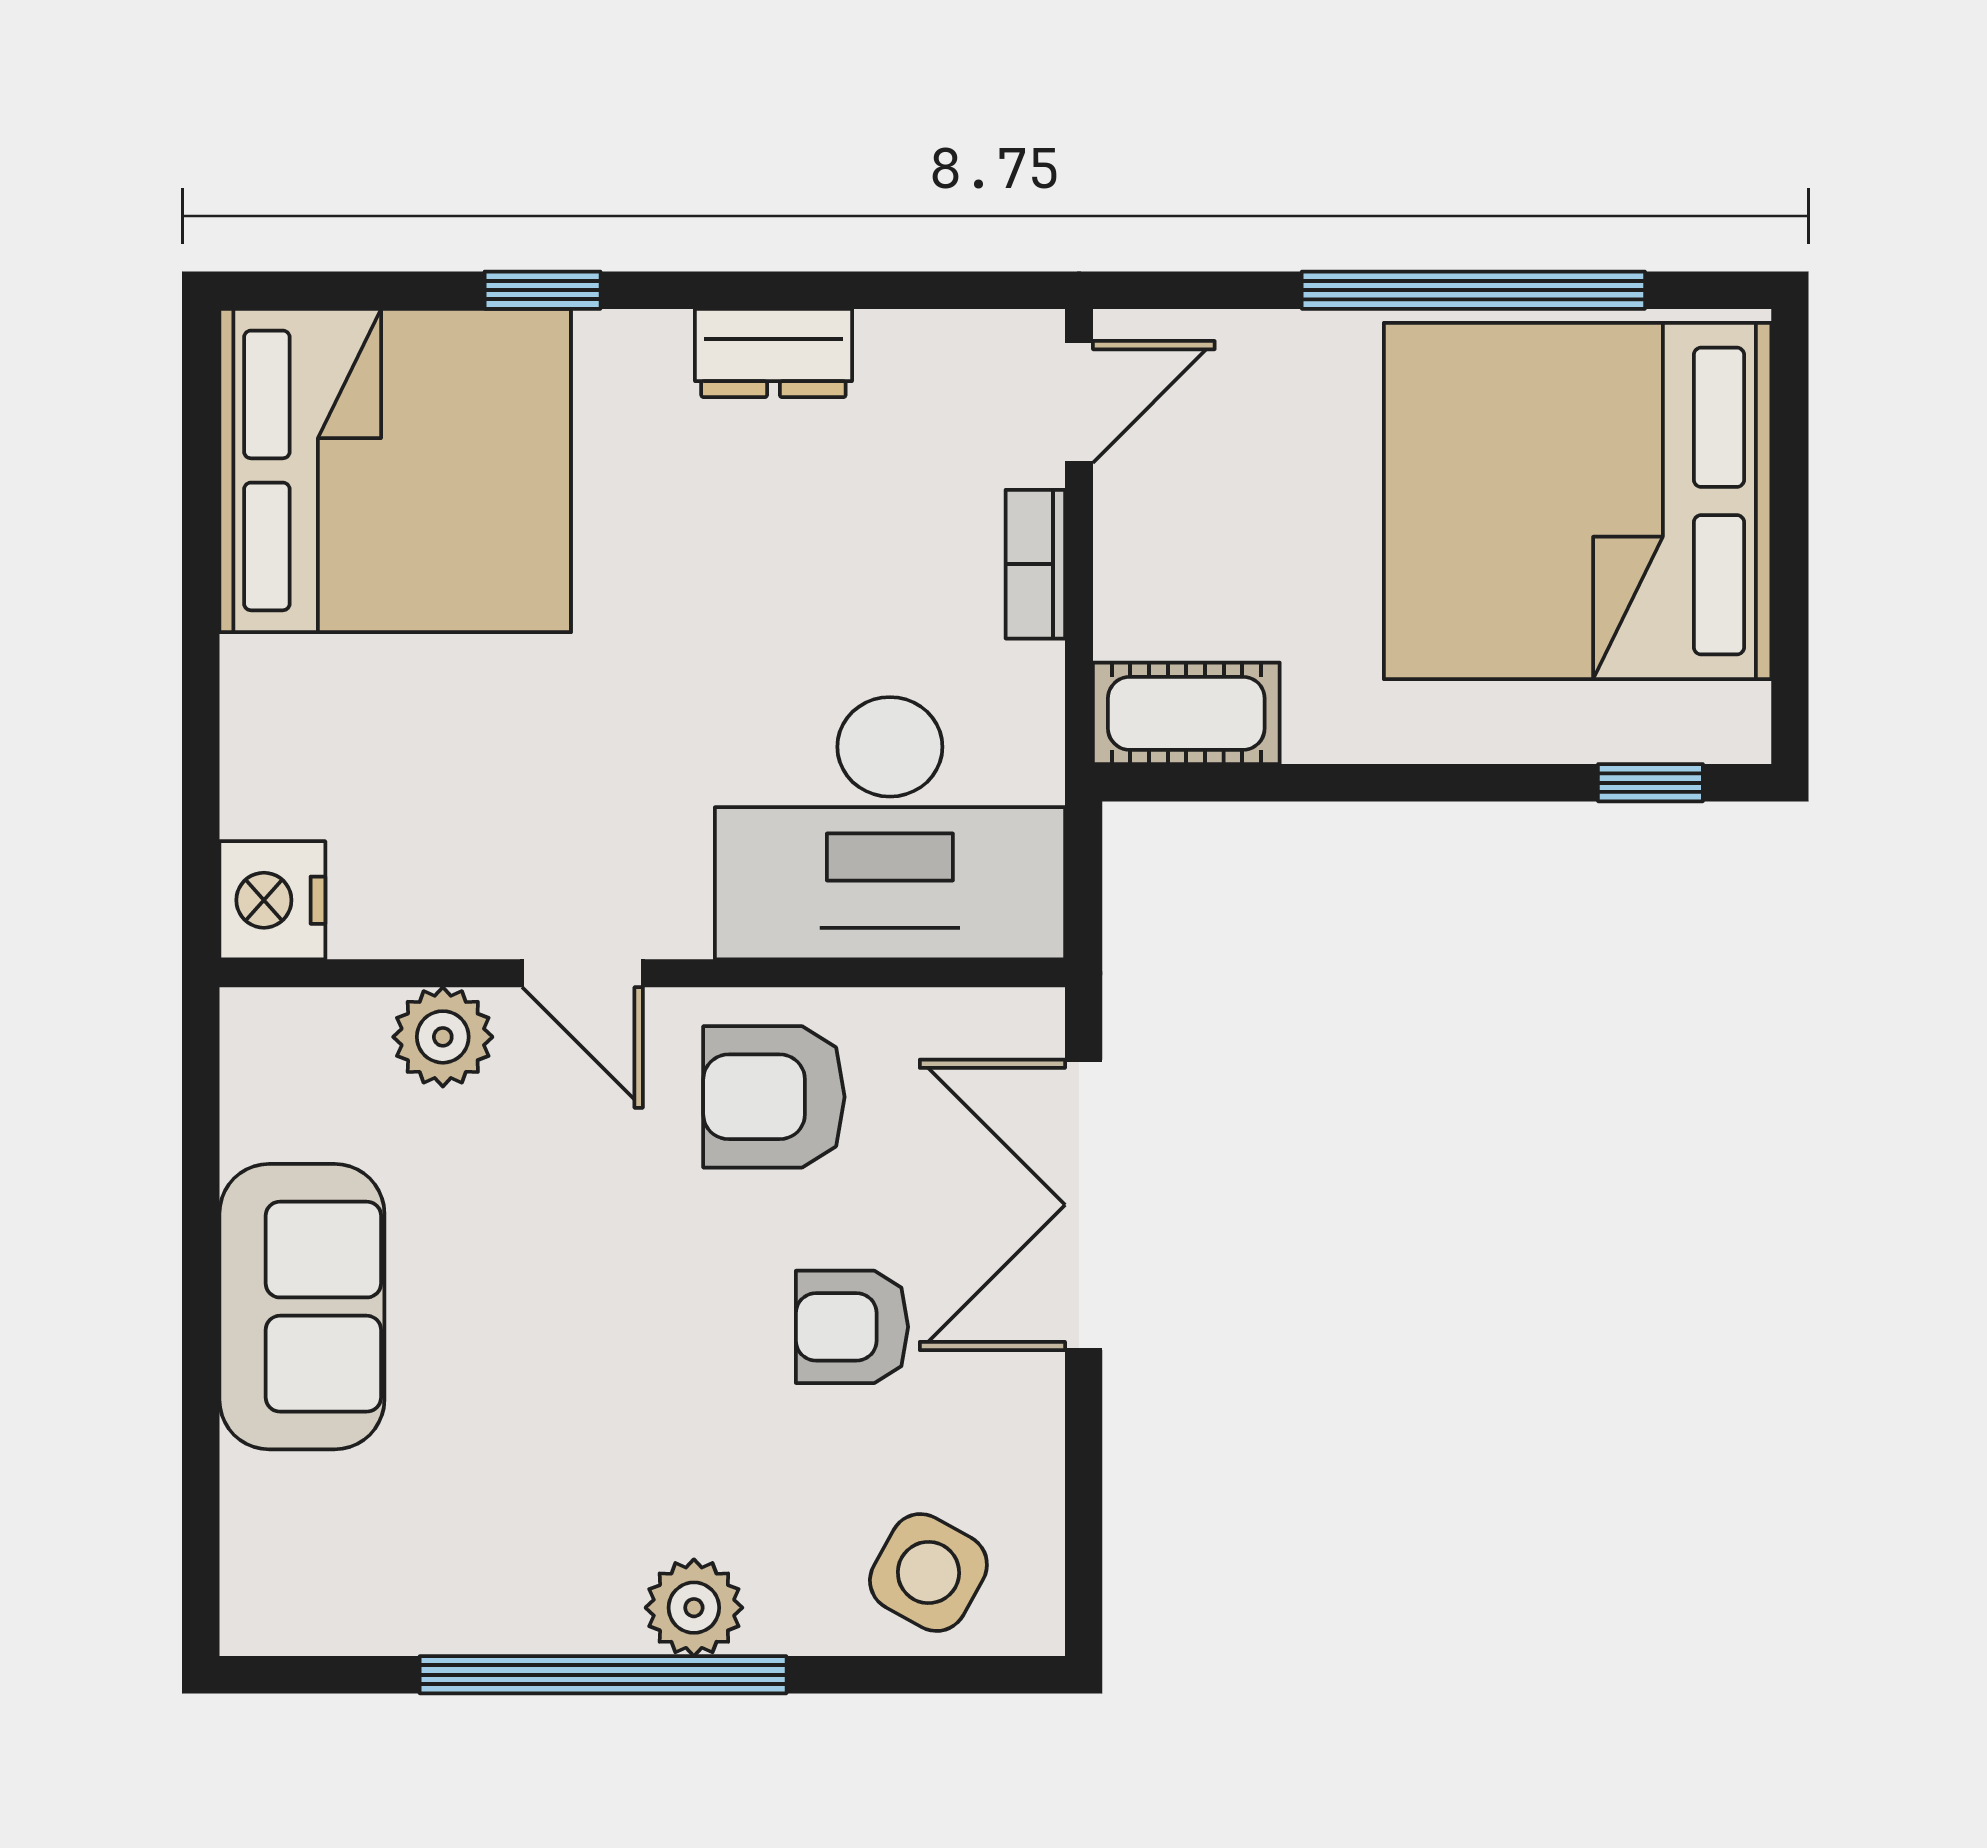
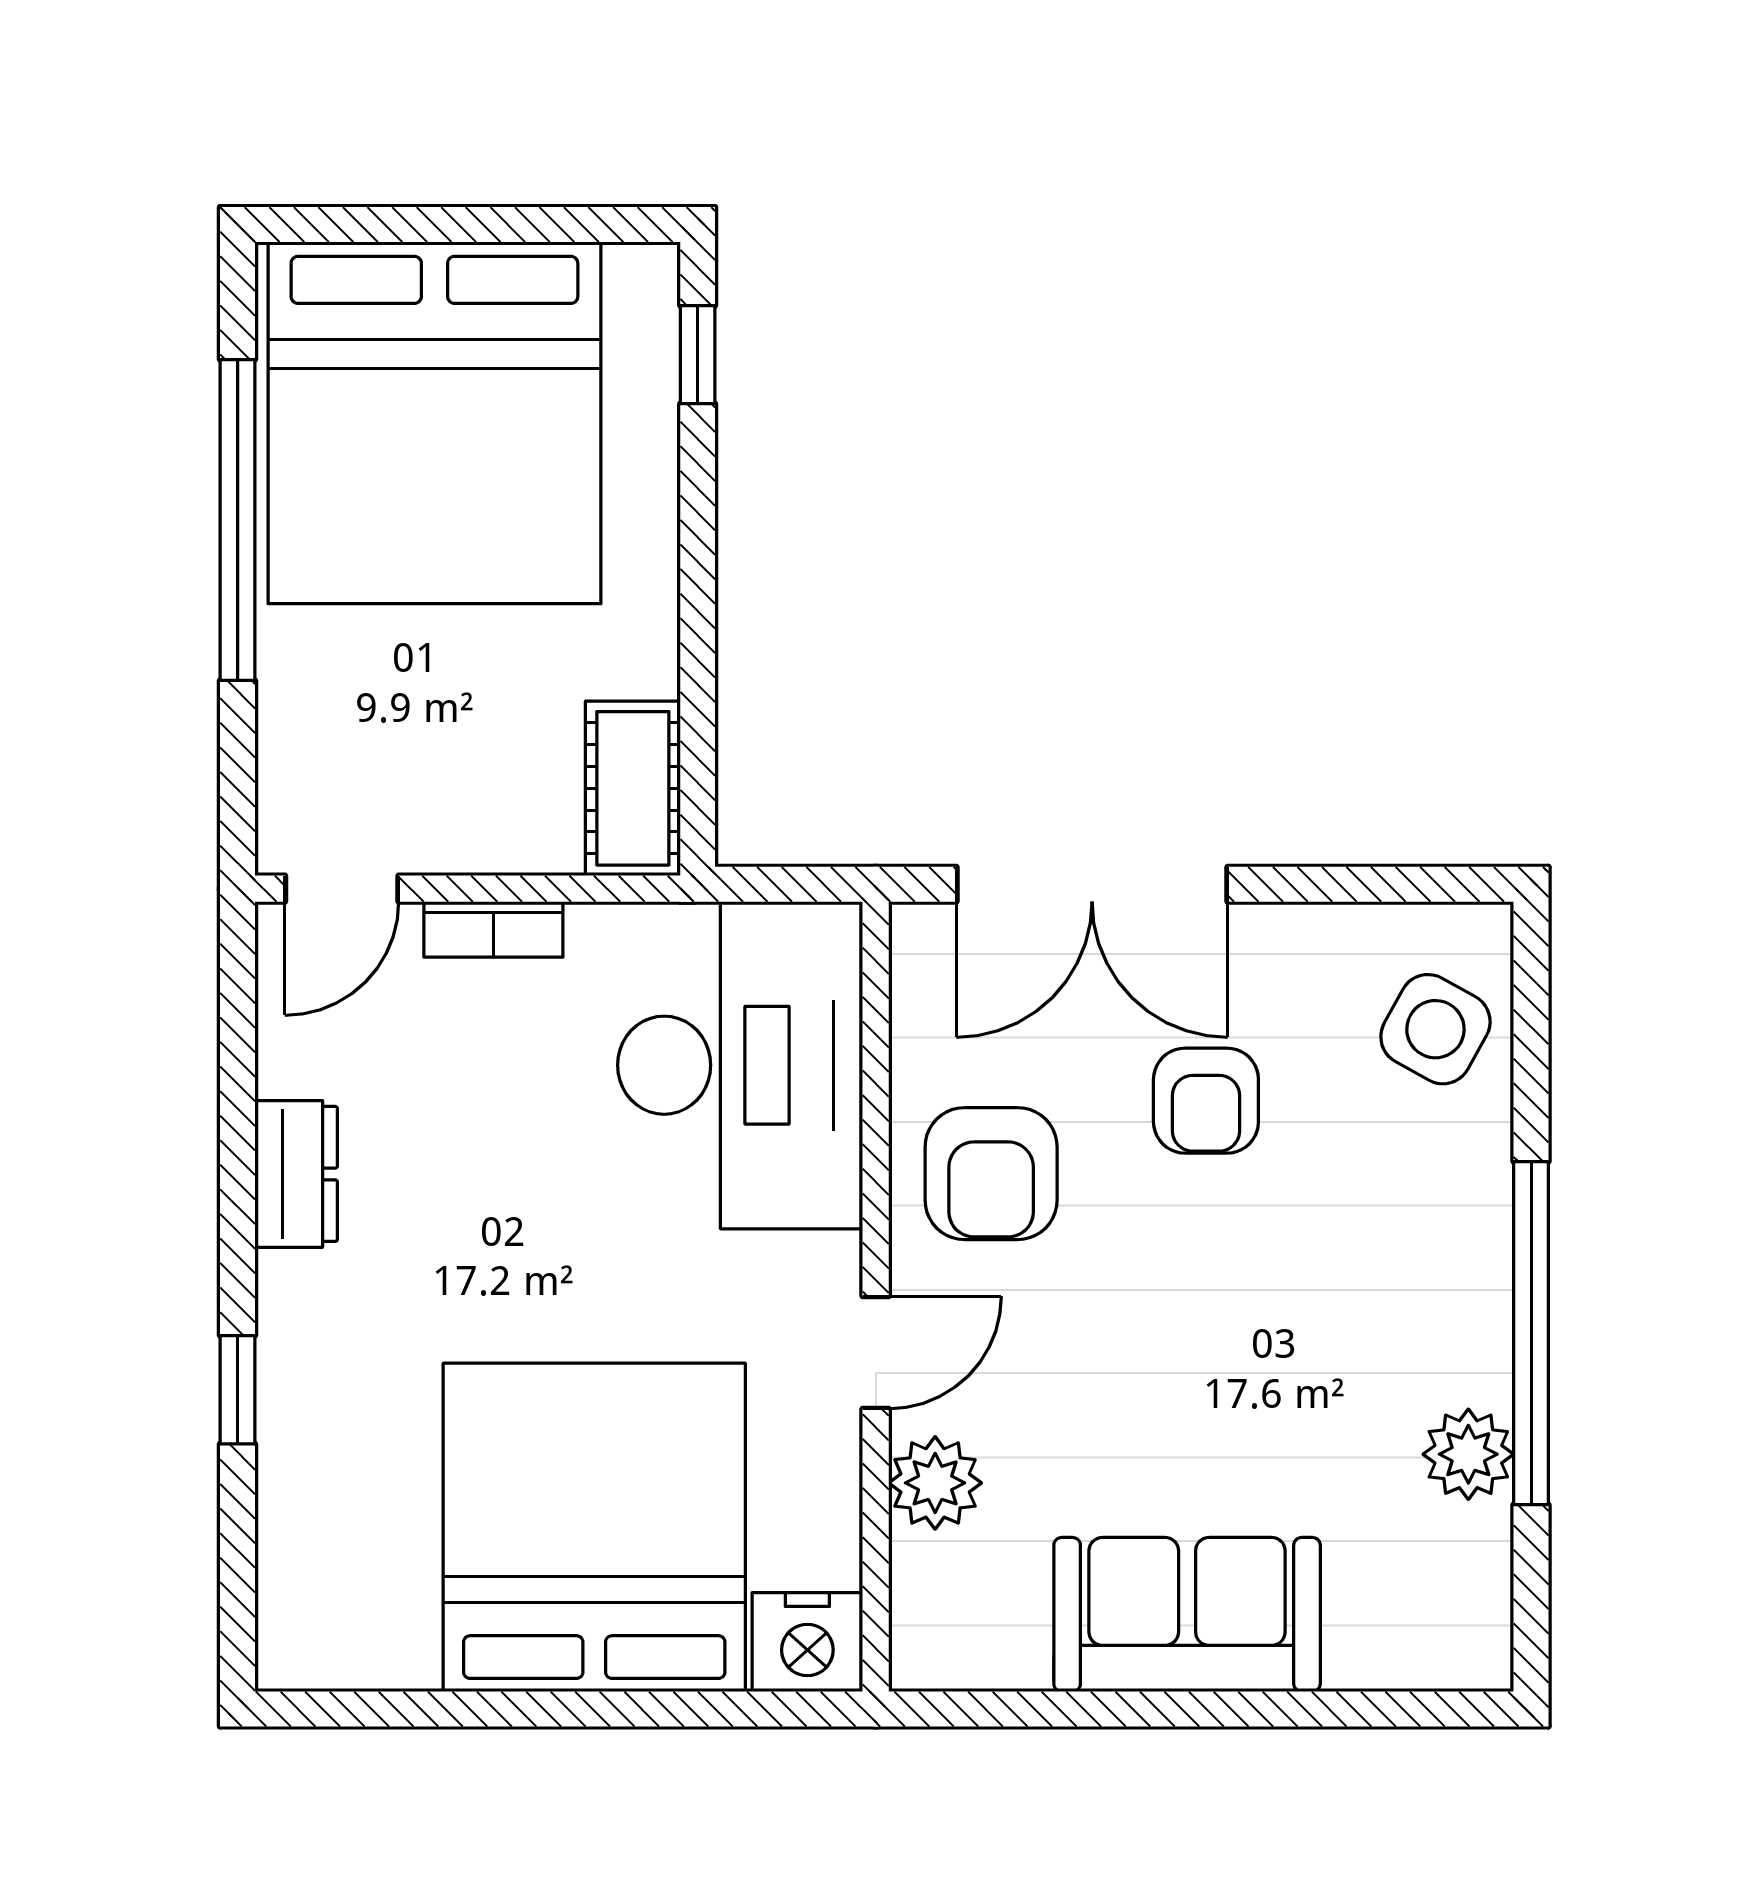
door: (1079, 402) -> (342, 889), swing flipped
bed: (395, 470) -> (594, 1527), moved
plant: (694, 1608) -> (1468, 1454), moved

